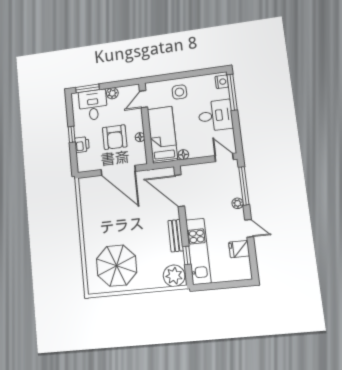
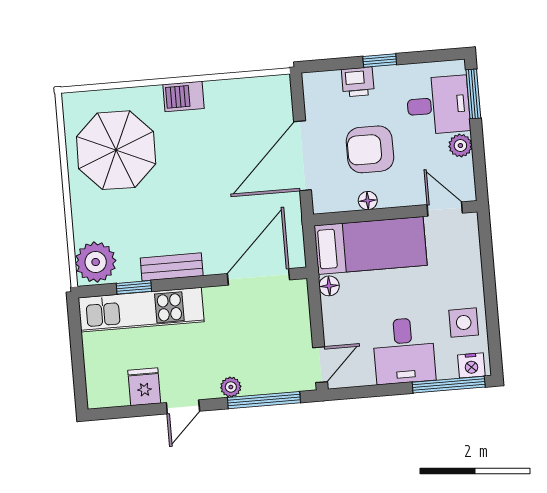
side table: (179, 92) -> (464, 323), moved
barbecue: (89, 231) -> (184, 96), added

